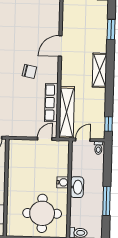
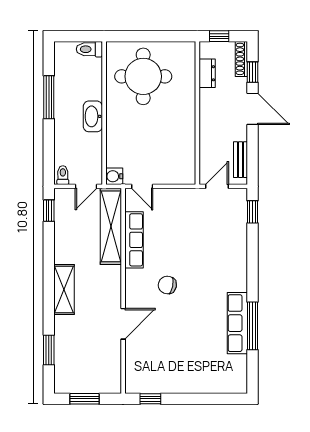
door: (45, 139) -> (142, 186), hinge flipped
water cooler: (63, 182) -> (114, 176), moved

